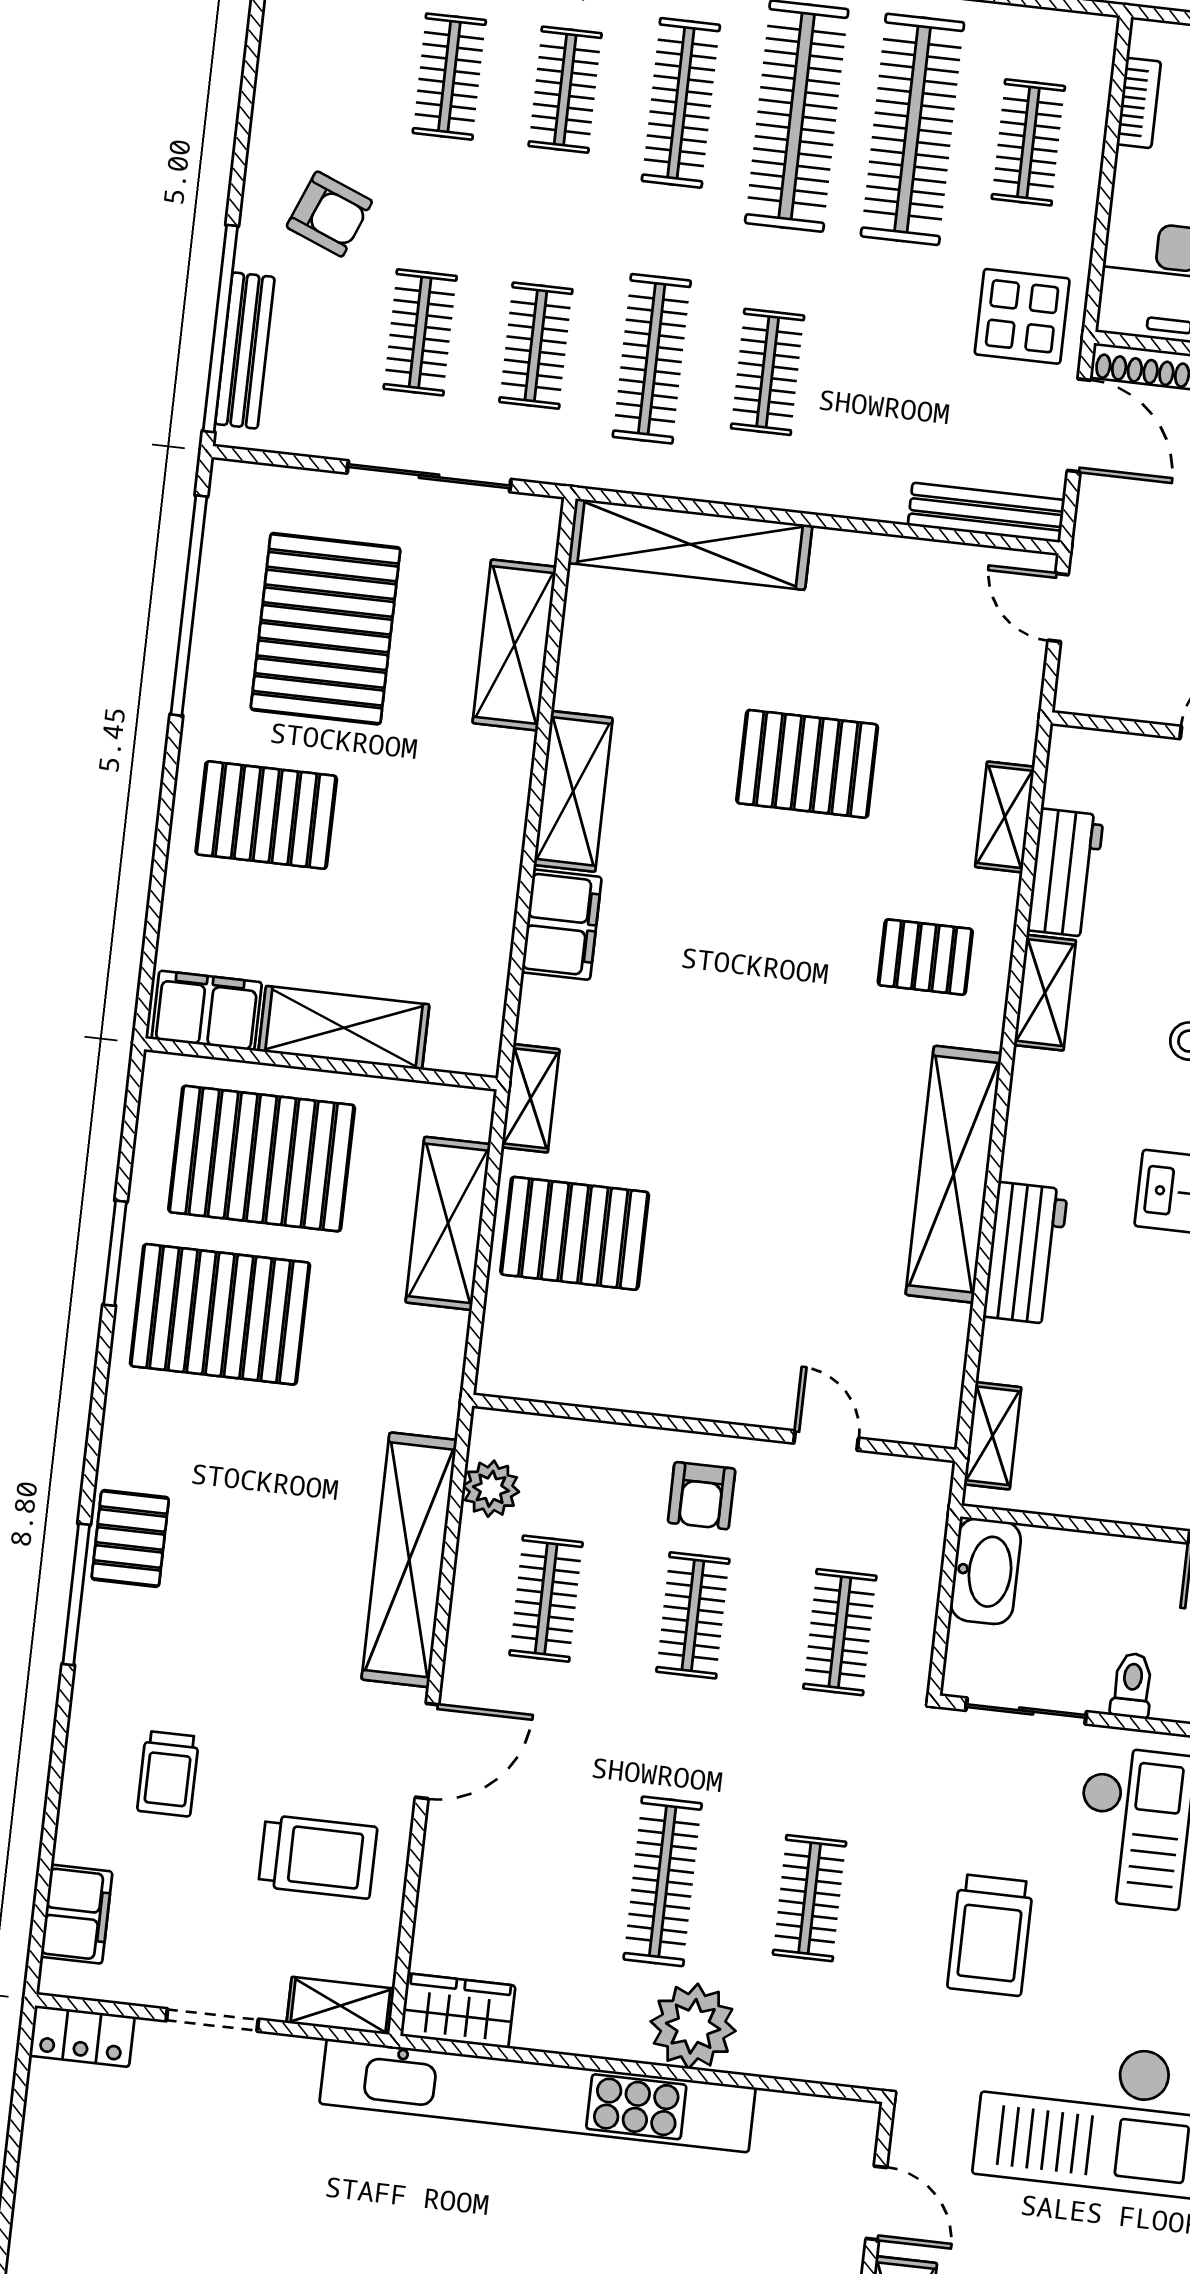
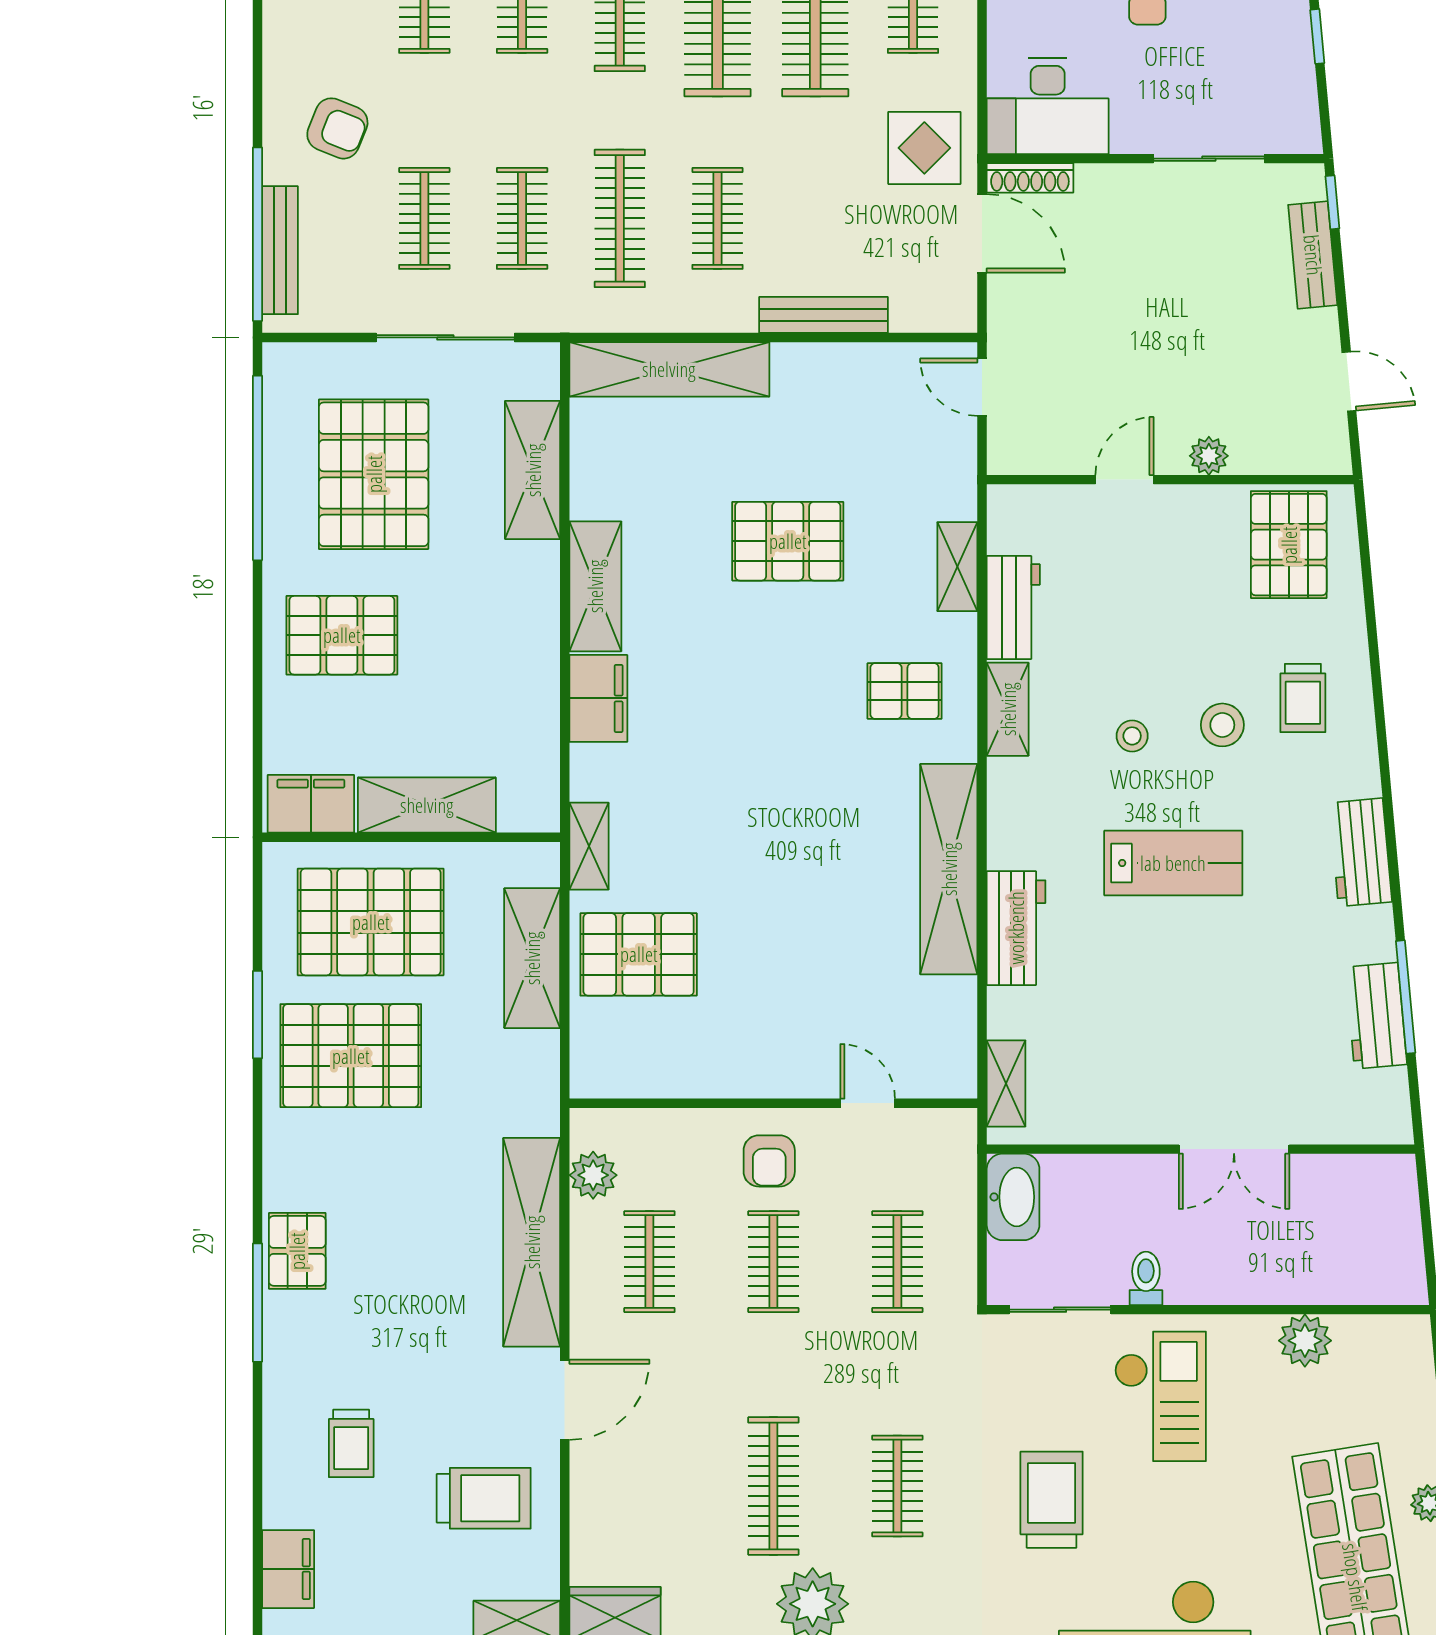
bench: (986, 513) -> (823, 315), moved
trolley: (990, 1935) -> (1052, 1500), turned 180

